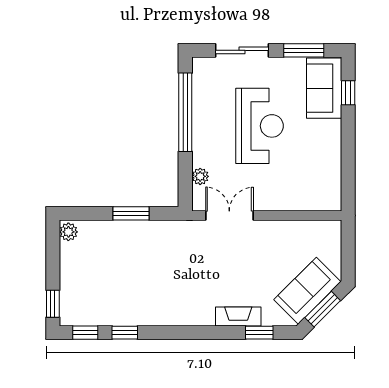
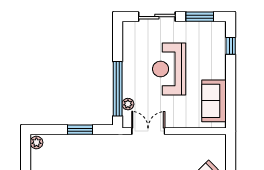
sofa: (324, 88) -> (214, 101), moved
window: (185, 112) -> (118, 89), moved
reception desk: (260, 126) -> (169, 69), turned 180

